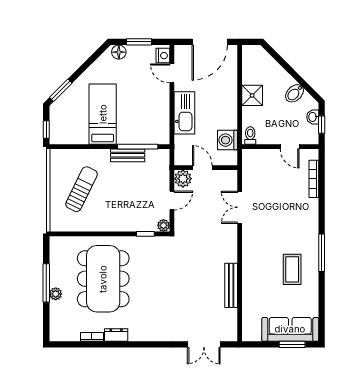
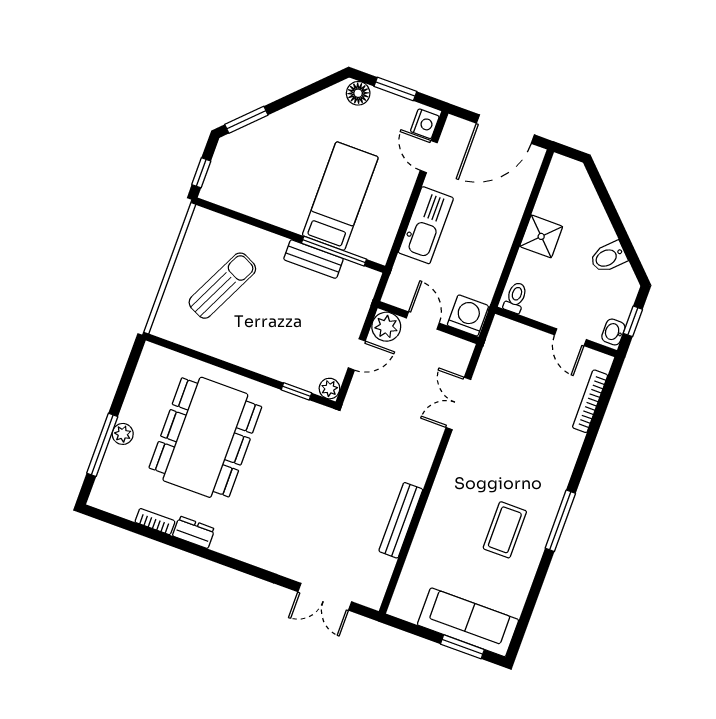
bed: (103, 114) -> (340, 196), moved
washbasin: (313, 117) -> (613, 332), moved
washing machine: (227, 140) -> (468, 316), moved, turned 90
window: (46, 283) -> (102, 445), moved

